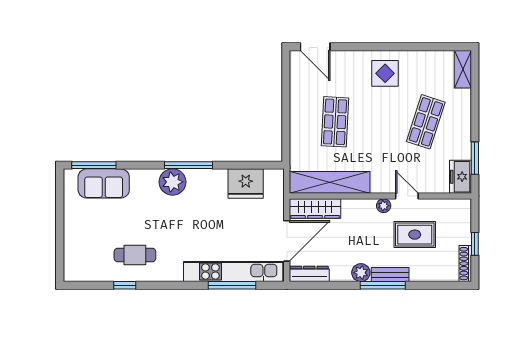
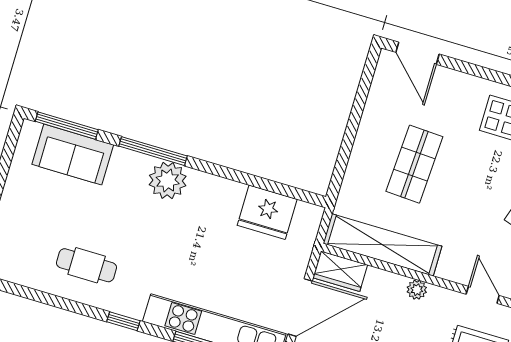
window: (188, 165) -> (153, 151), moved
plant: (384, 206) -> (417, 290), moved
wardrobe: (315, 209) -> (340, 271), width x0.67
window: (125, 285) -> (123, 321), moved

